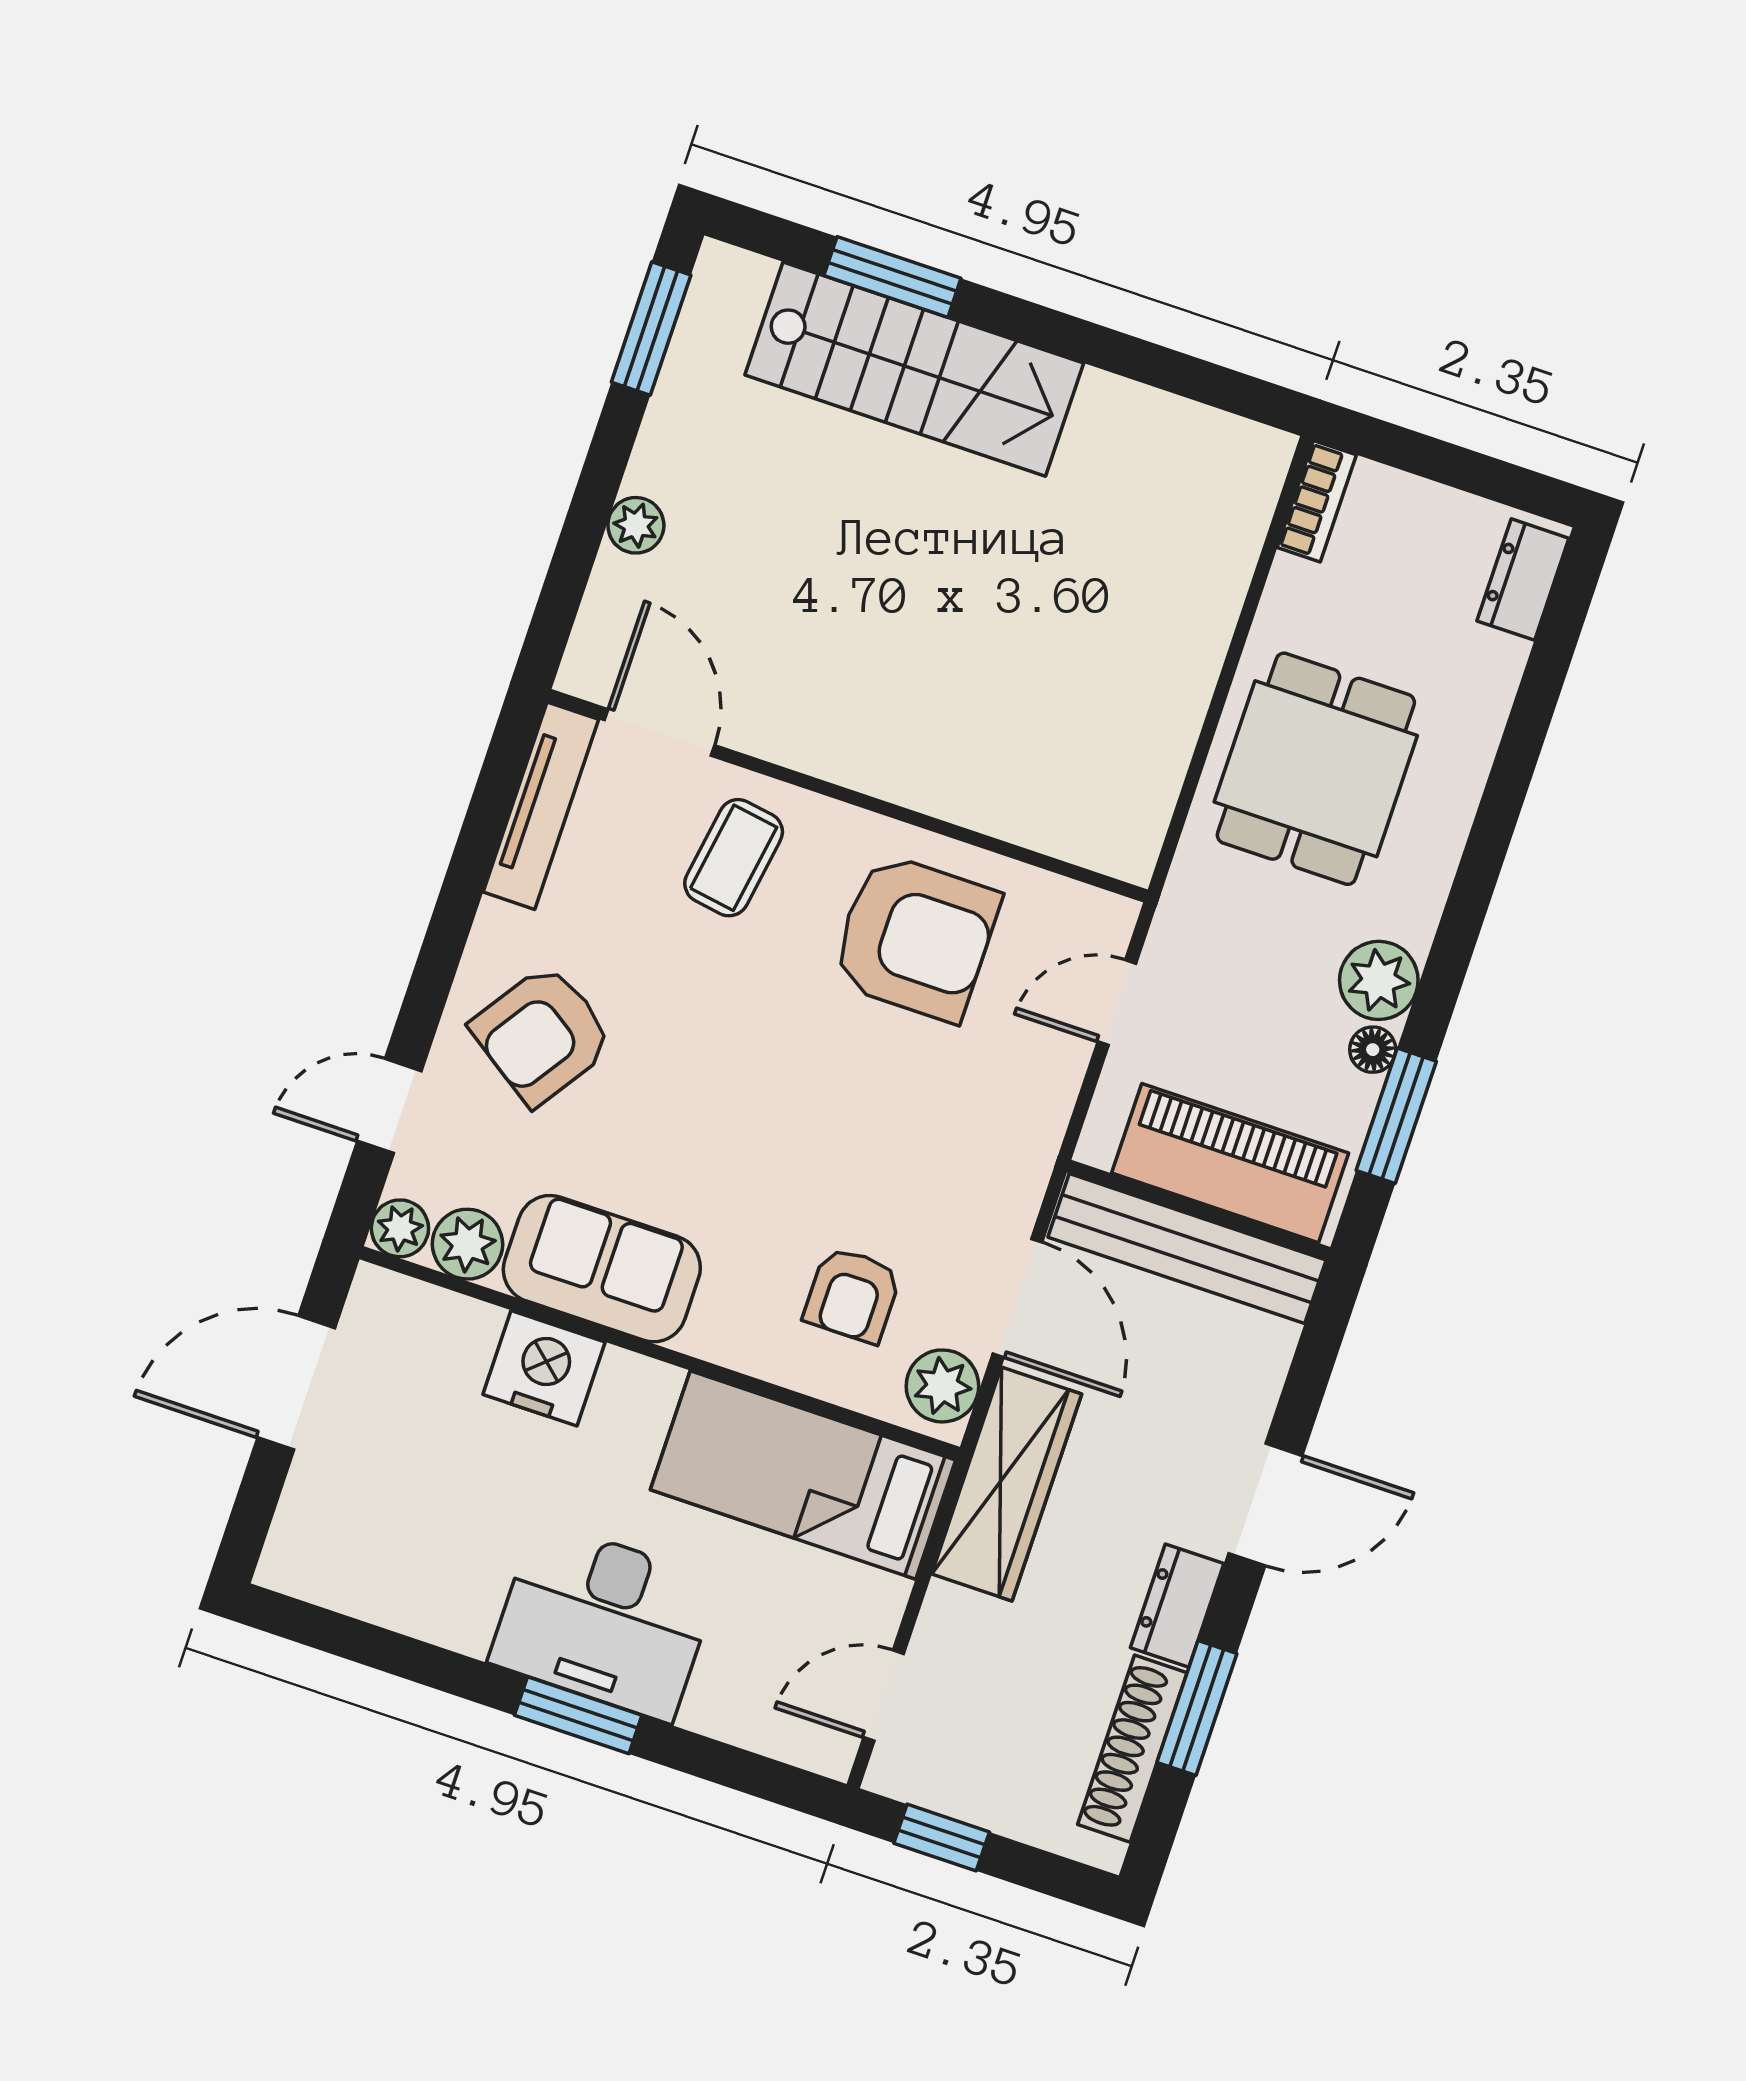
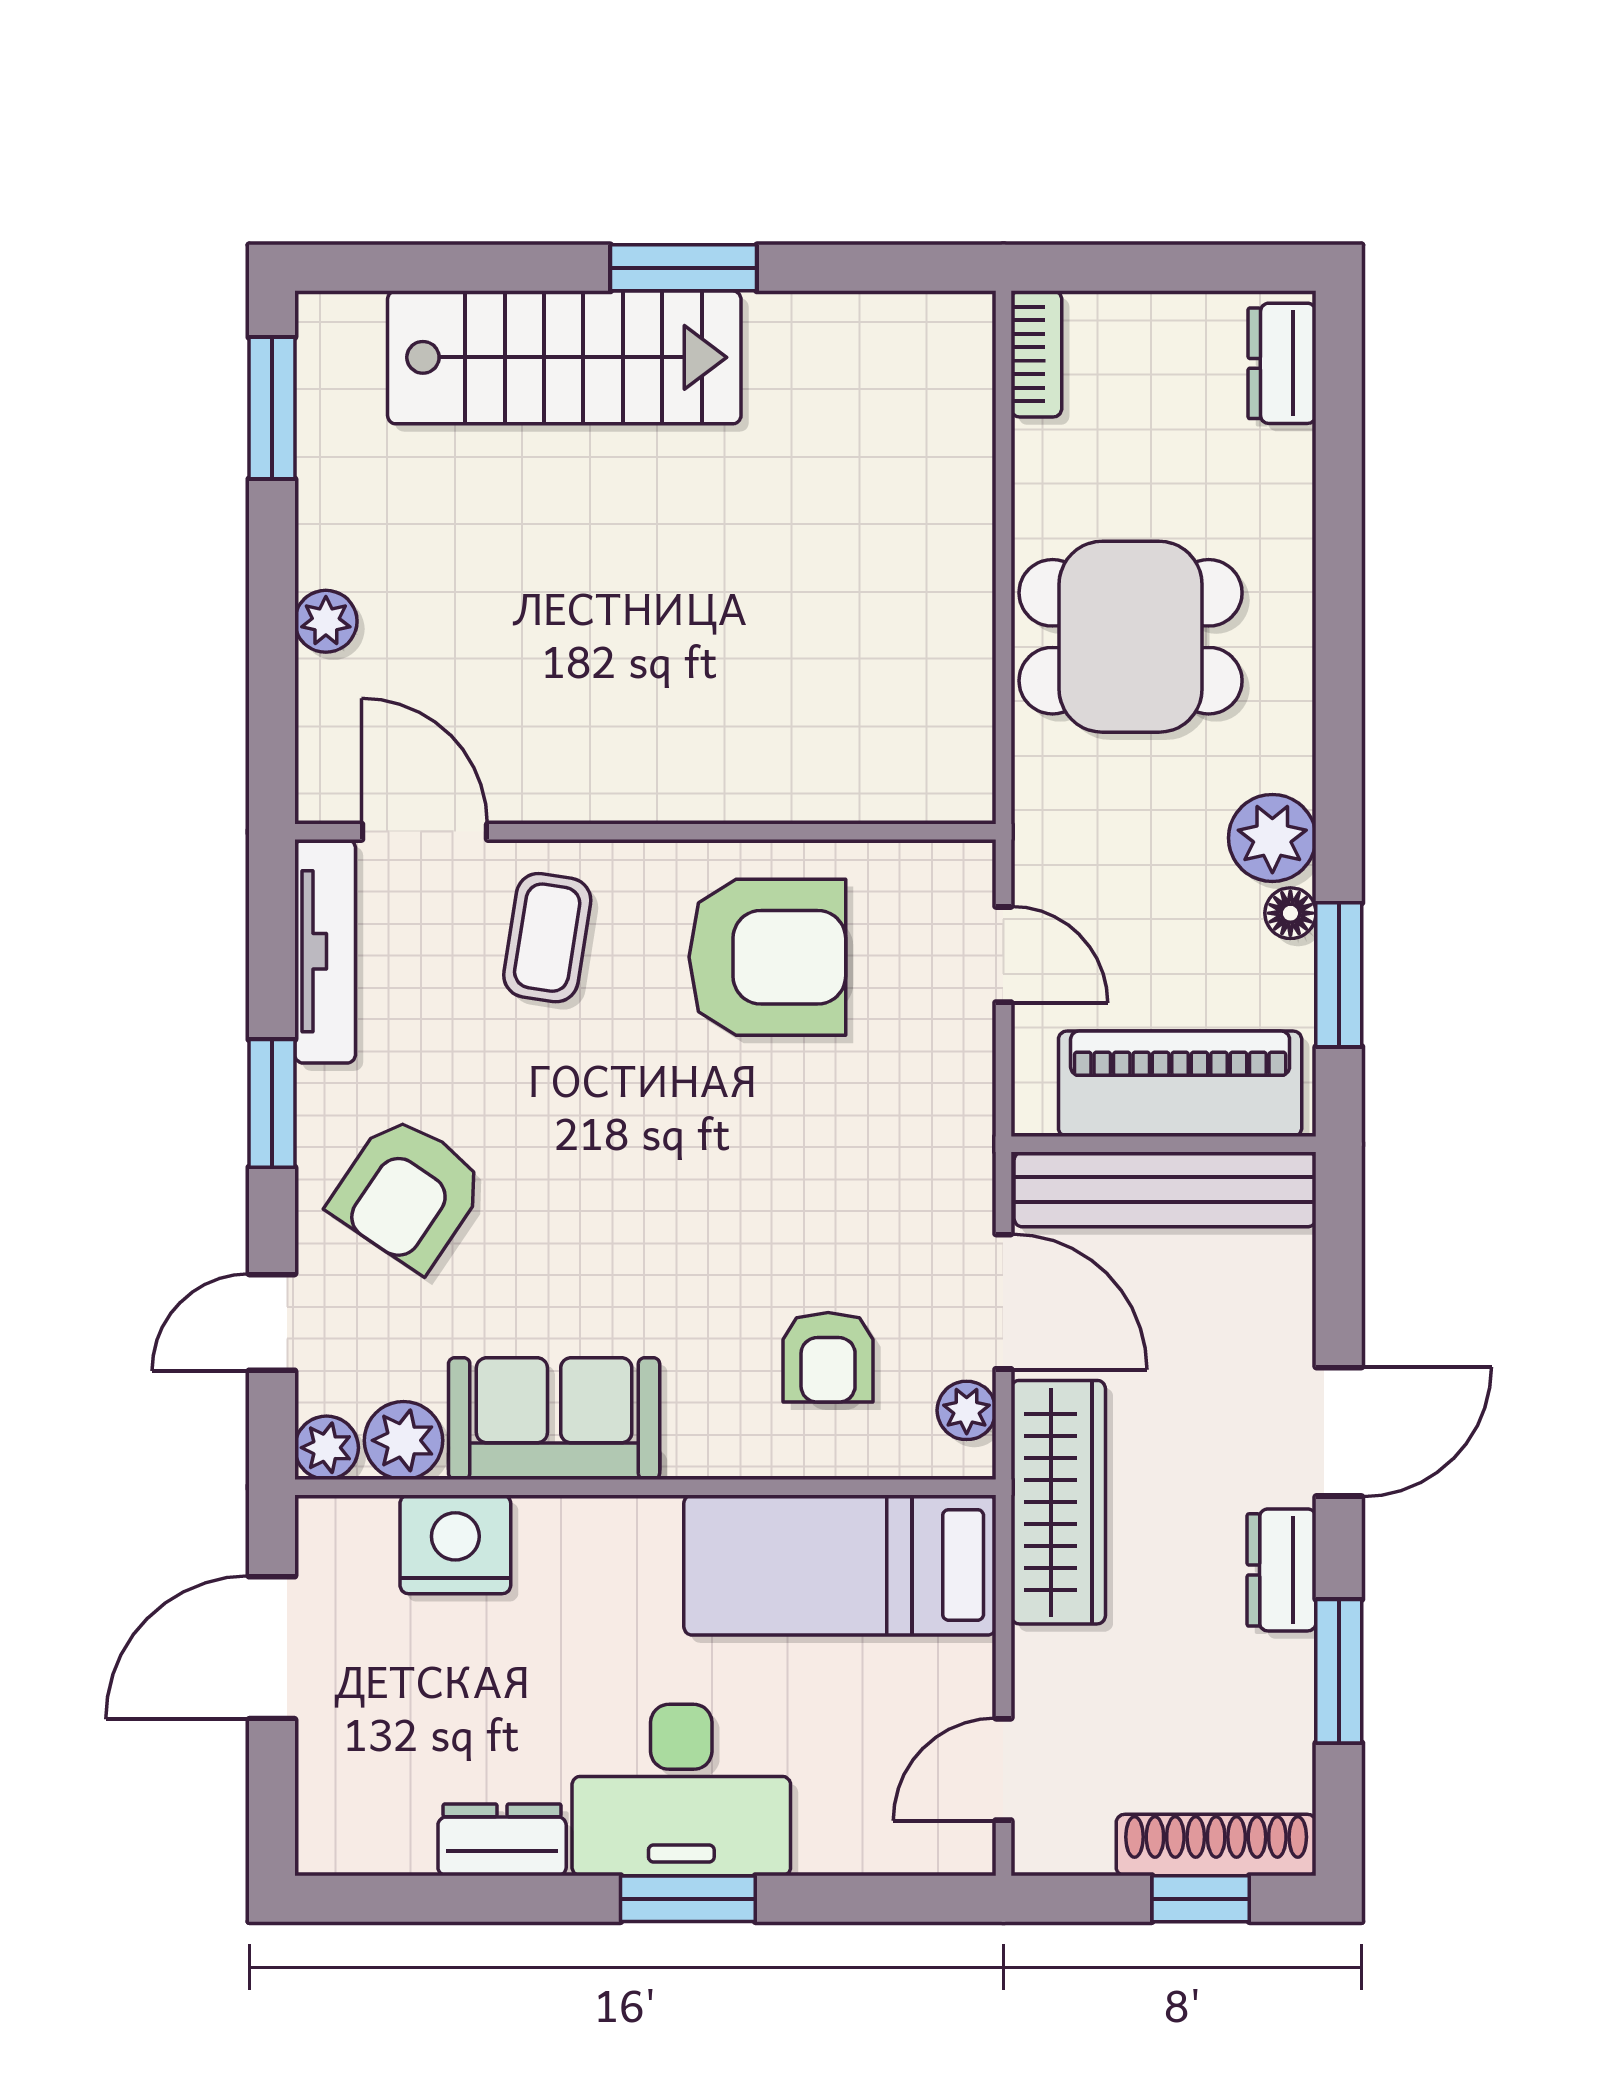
window: (892, 277) -> (684, 268), moved
dining table: (1316, 769) -> (1131, 637), turned 90
window: (452, 920) -> (272, 1103), added
door: (1117, 1003) -> (1003, 955), swing flipped
nightstand: (544, 1368) -> (455, 1544), moved
plant: (942, 1386) -> (967, 1410), width x0.73, depth x0.73
dresser: (437, 1612) -> (502, 1840), added
shoe rack: (1132, 1749) -> (1216, 1845), moved, turned 90
window: (942, 1838) -> (1201, 1899), moved

